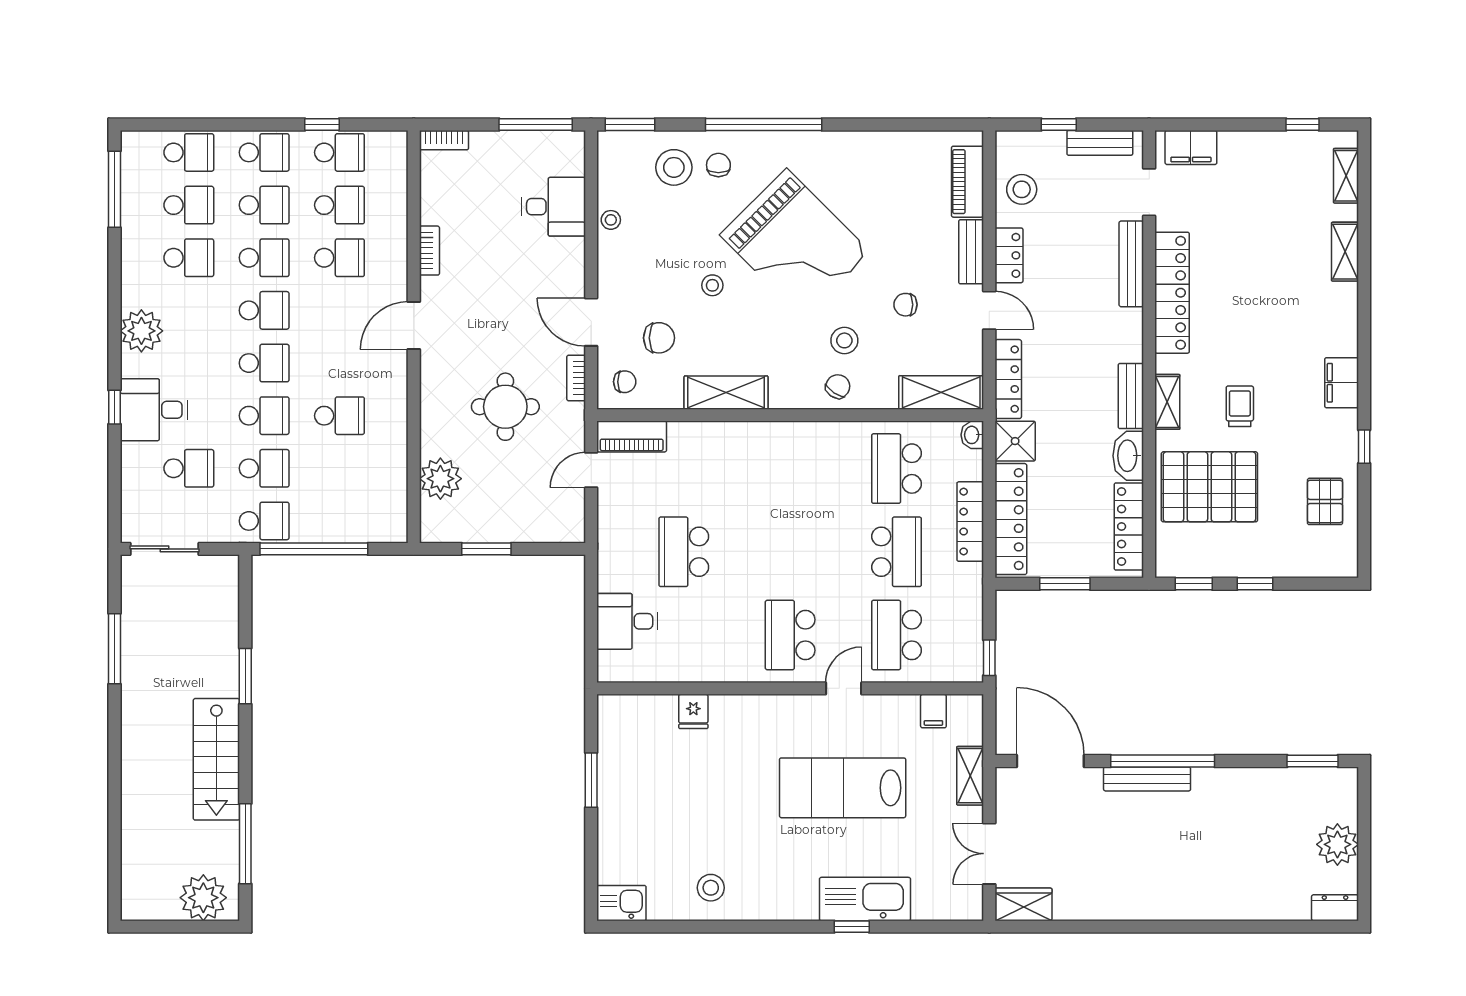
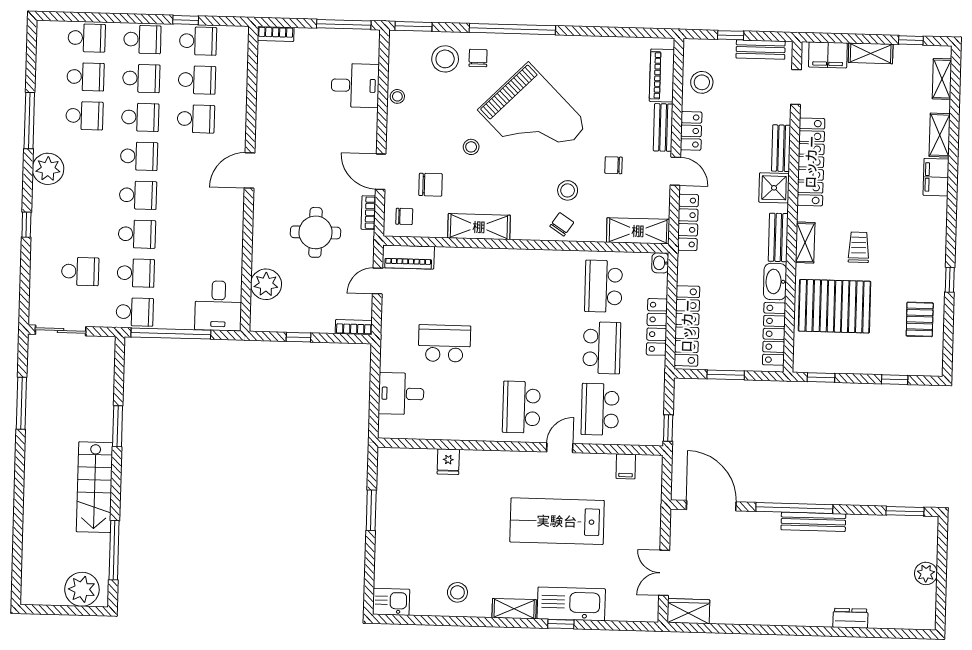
shelving: (1249, 144) -> (871, 53), added
window: (114, 189) -> (29, 121), moved
bookcase: (429, 251) -> (354, 327), moved, turned -90
bench: (1131, 264) -> (781, 148), width x0.73
filing cabinet: (1342, 383) -> (936, 177), moved
desk: (154, 410) -> (218, 306), moved, turned -90
school desk: (339, 416) -> (193, 236), removed
shower: (1015, 441) -> (774, 188), moved
window: (486, 549) -> (299, 337), width x0.67
school desk: (684, 552) -> (444, 343), turned 90
window: (1255, 584) -> (895, 380), moved
shelving: (970, 776) -> (514, 609), moved, turned 90
bench: (1147, 779) -> (813, 522), moved
plant: (1337, 844) -> (926, 573), width x0.73, depth x0.73
dresser: (1335, 908) -> (850, 618), moved

